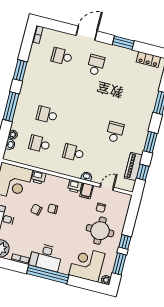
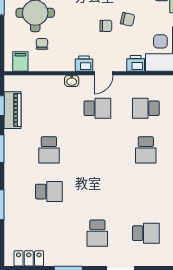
school desk: (122, 103) -> (49, 192), added
school desk: (47, 115) -> (146, 150), turned 90
school desk: (39, 144) -> (146, 108), turned 180
door: (107, 187) -> (104, 73), moved
filing cabinet: (87, 191) -> (20, 62), moved

